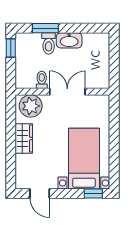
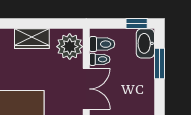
washbasin: (69, 40) -> (145, 43), moved
toilet: (49, 43) -> (102, 44), moved, turned 180

